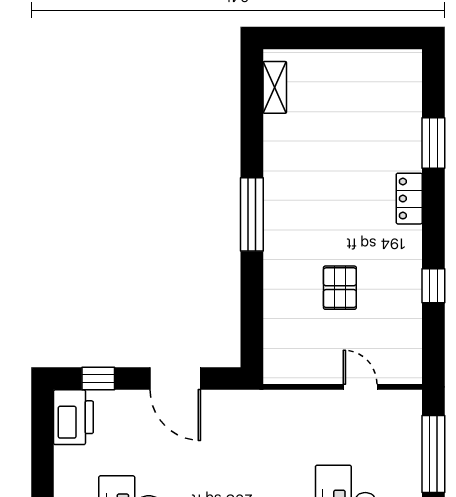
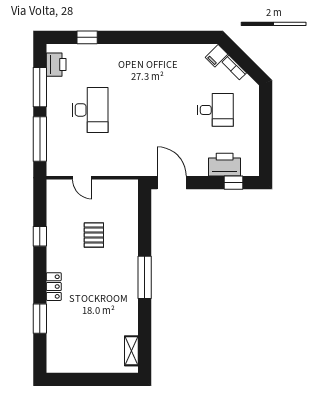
door: (175, 379) -> (172, 183), moved
printer: (73, 417) -> (225, 165), moved, turned 90

